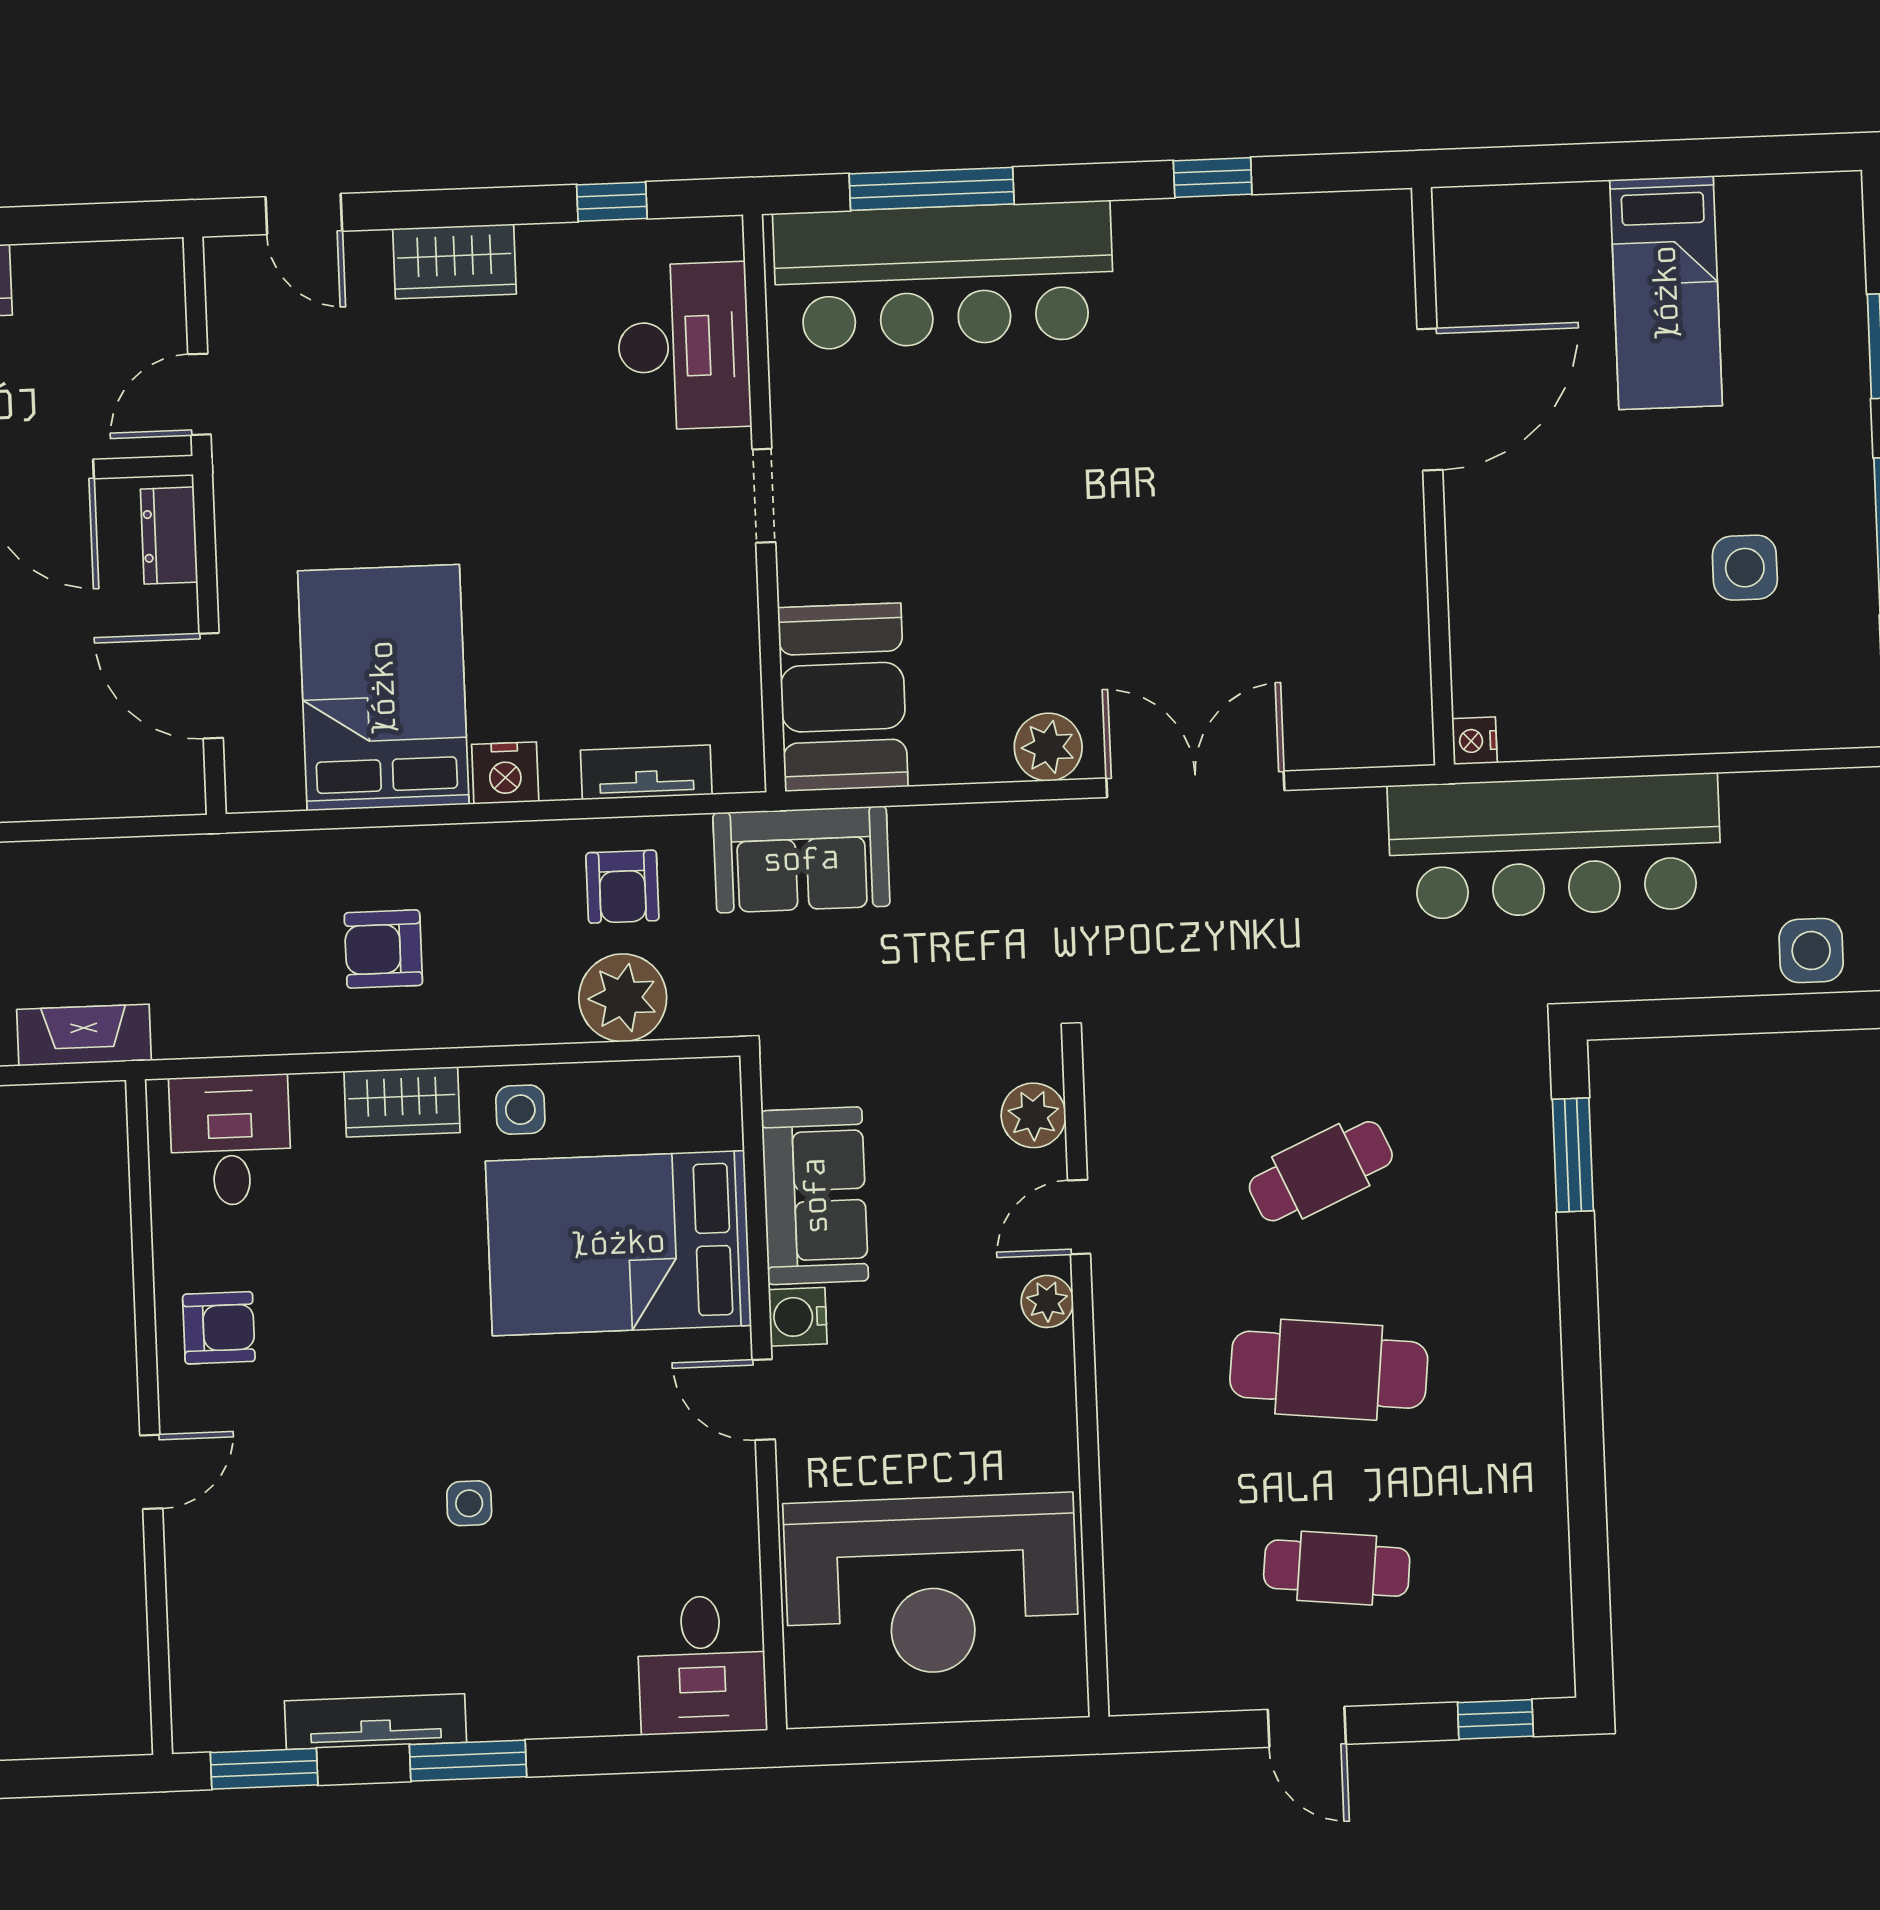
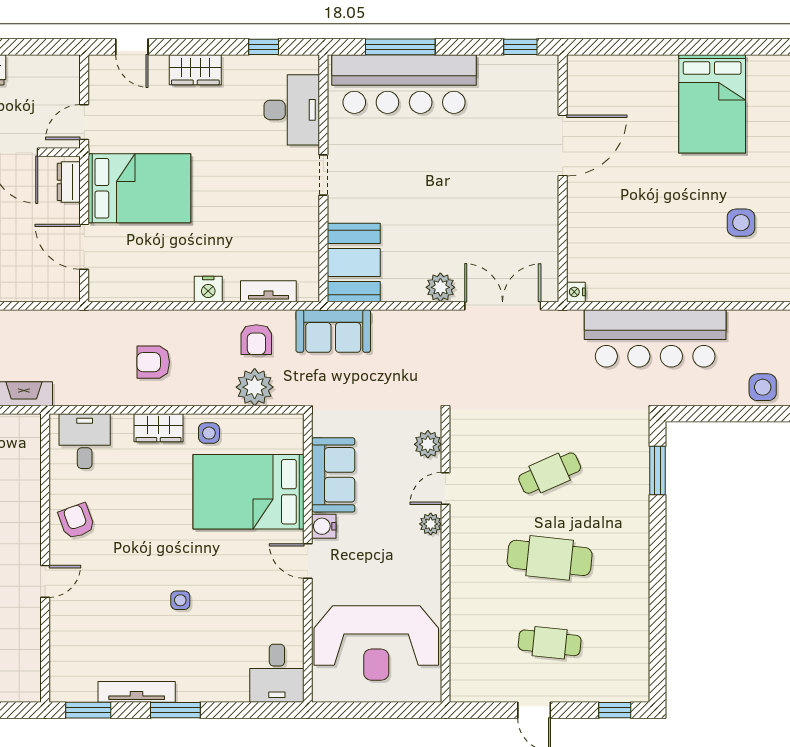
bed: (1666, 293) -> (712, 104), width x1.50
door: (1430, 399) -> (563, 145), moved
wall: (1433, 476) -> (563, 178), moved
bed: (383, 688) -> (139, 188), moved, turned 90
nightstand: (1475, 741) -> (576, 292), moved
armchair: (219, 1328) -> (76, 521), turned -110

